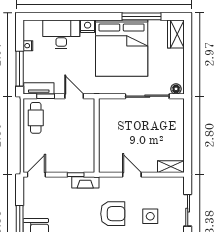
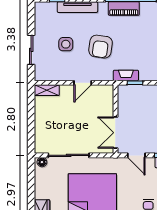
double door: (97, 121) -> (115, 133), added
door: (132, 175) -> (83, 83), hinge flipped
armchair: (113, 214) -> (101, 47), turned -82

